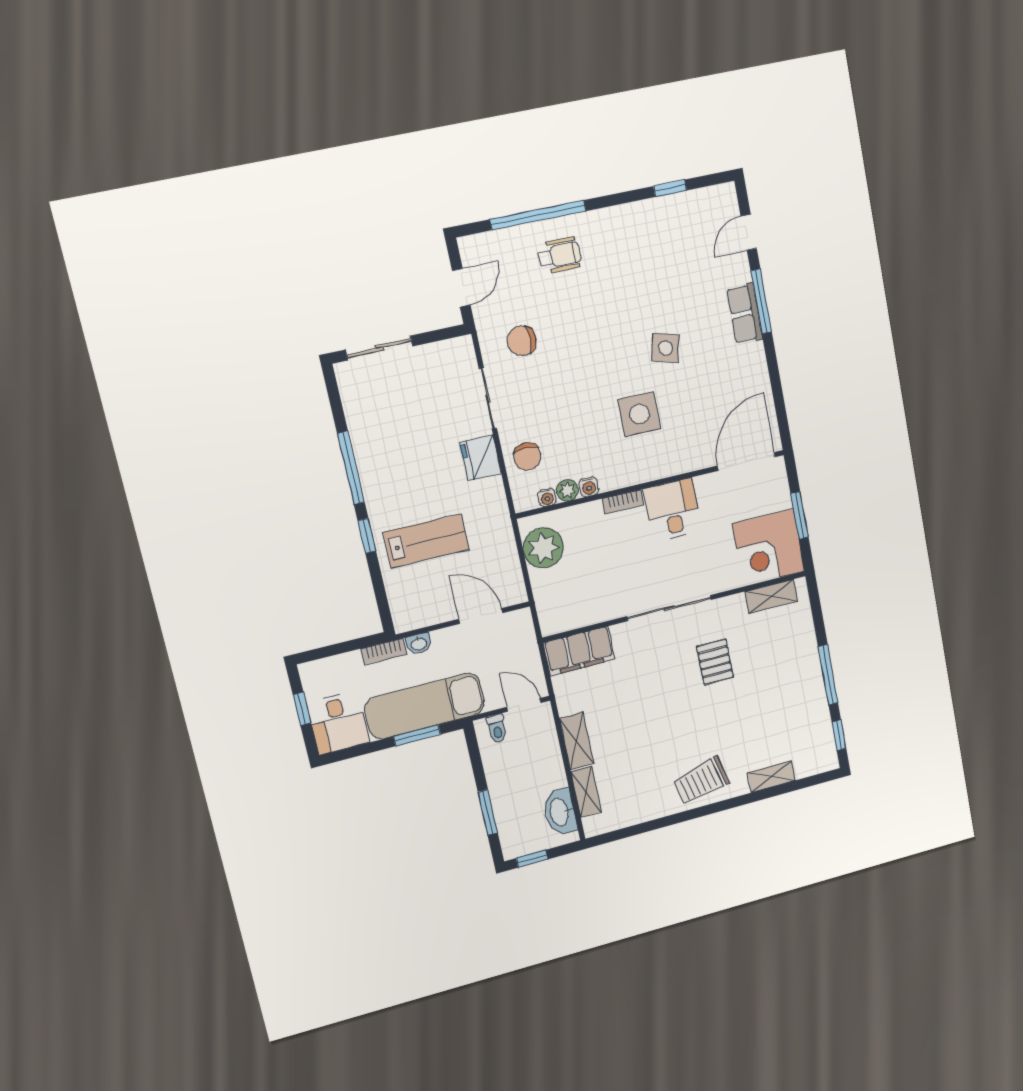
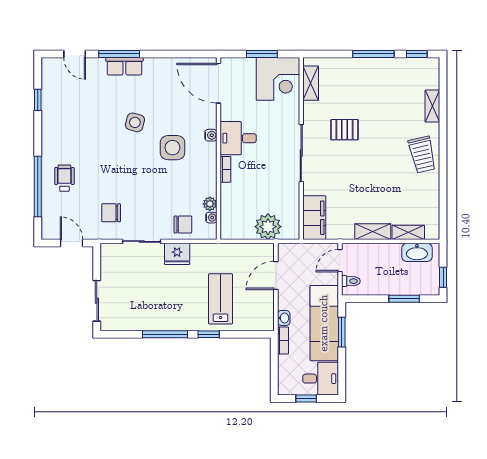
chair: (522, 341) -> (111, 213), turned 90
water cooler: (589, 487) -> (211, 135), moved
plant: (543, 548) -> (268, 227), moved

